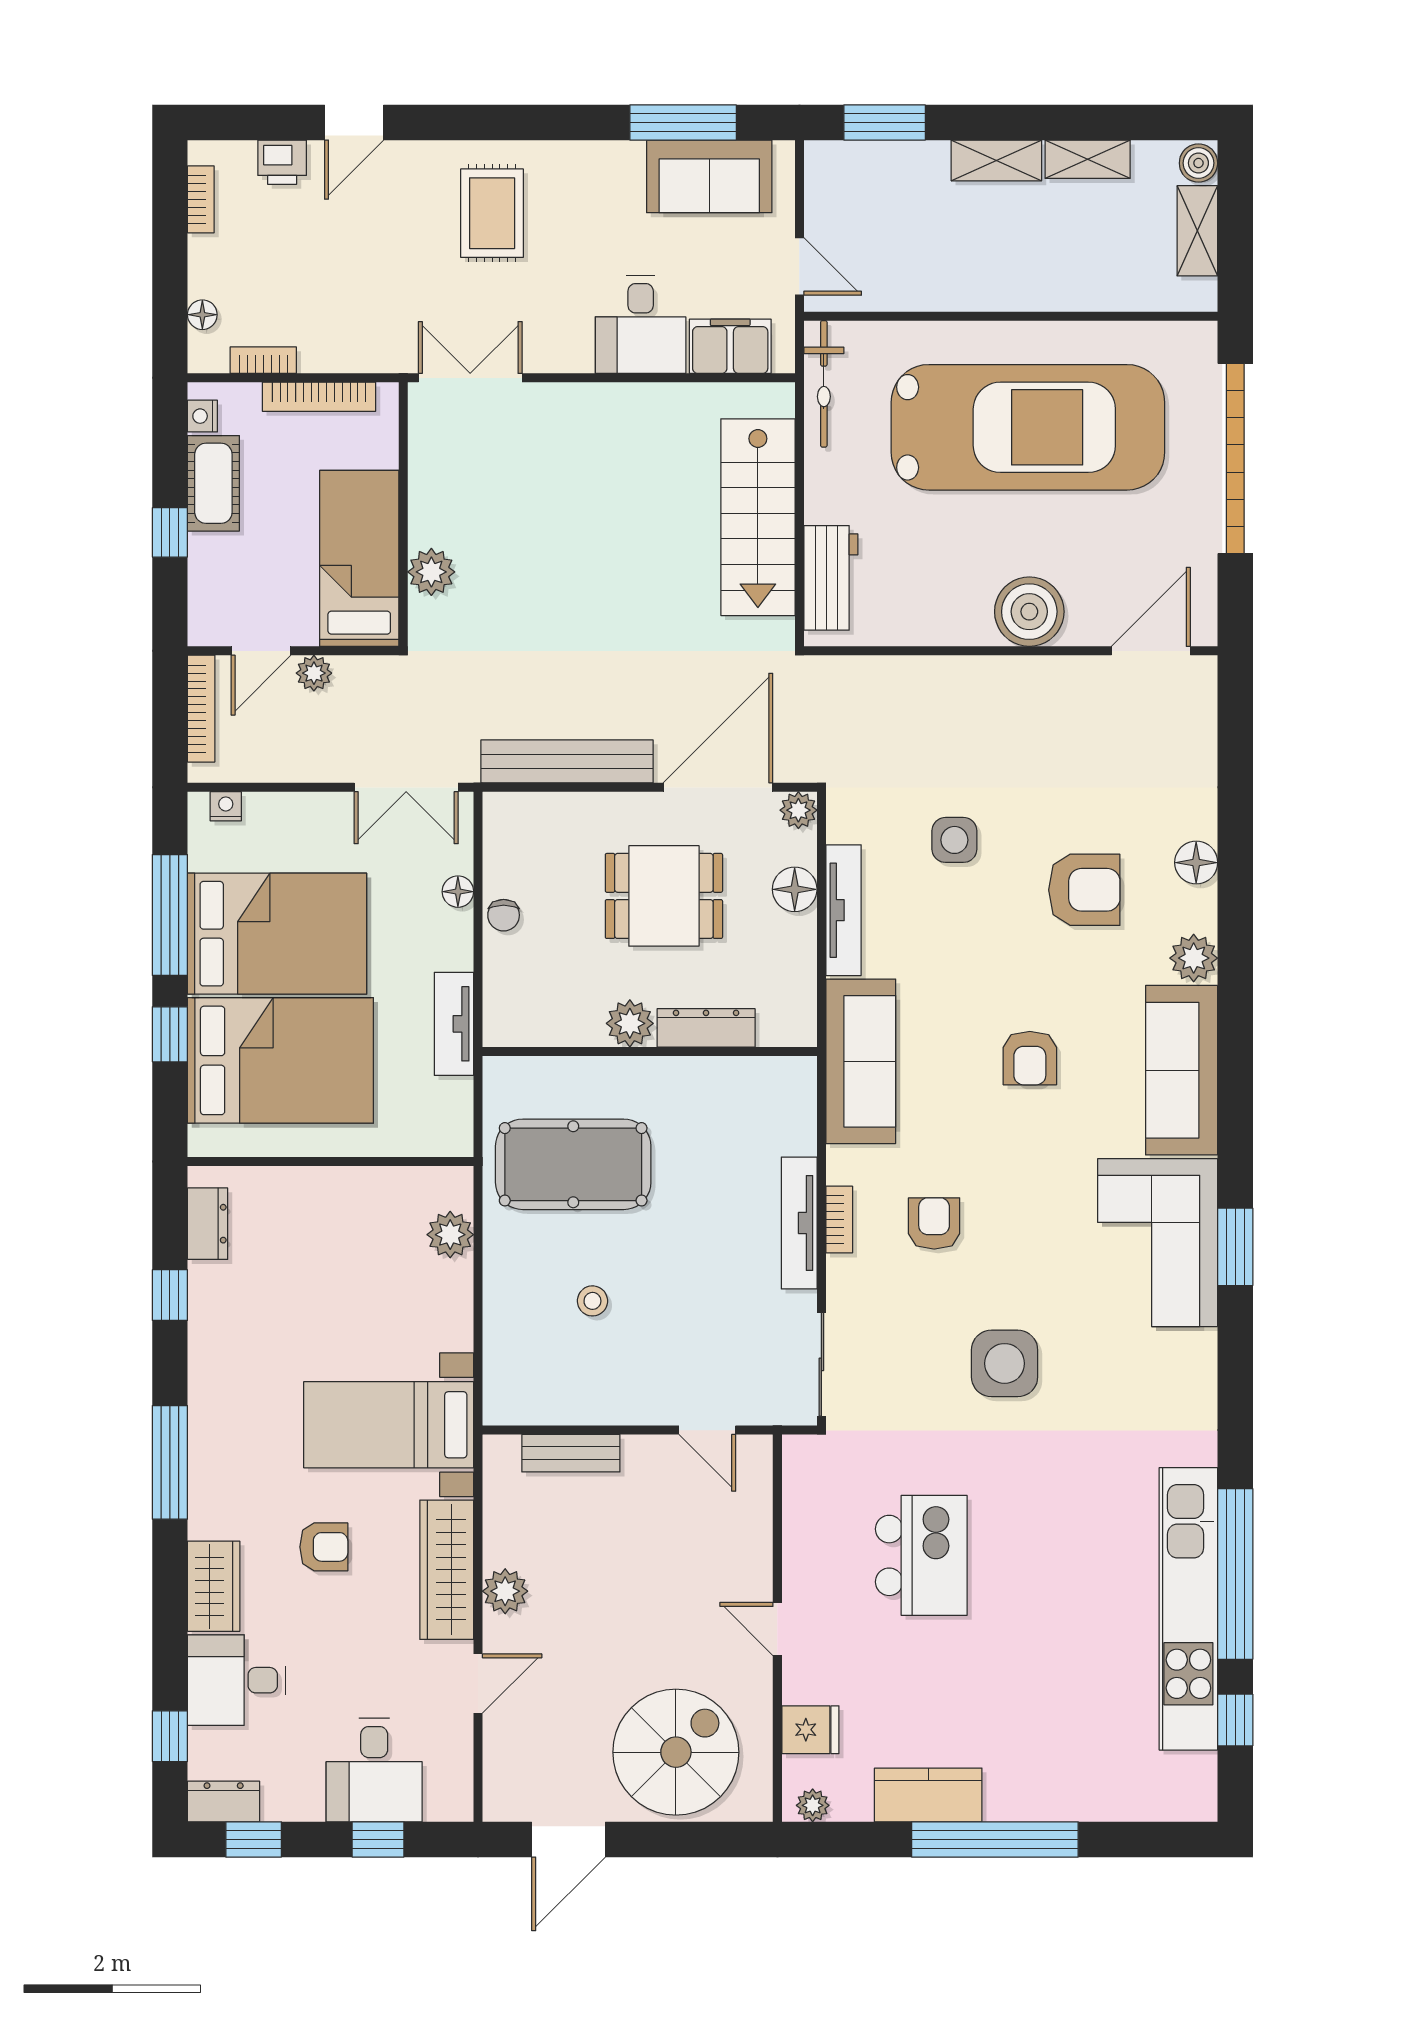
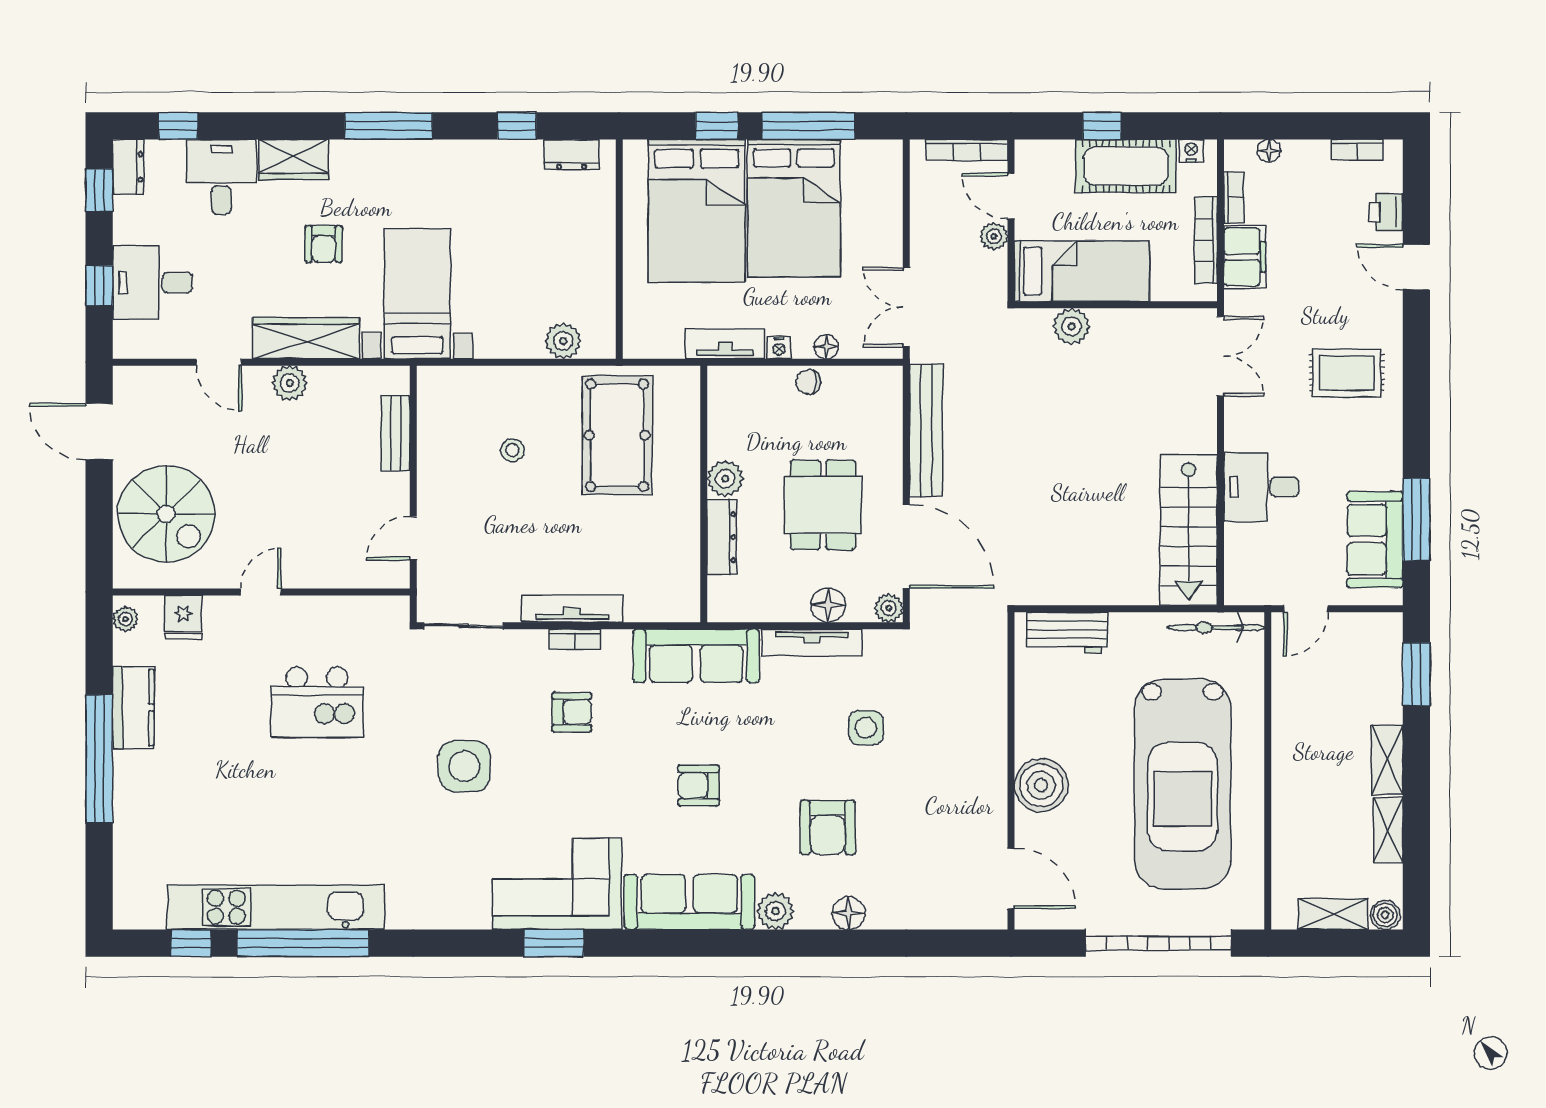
filing cabinet: (730, 346) -> (1245, 257), moved
cot: (213, 483) -> (1126, 166), width x1.37, depth x1.34
stairs: (758, 517) -> (1189, 530), moved, turned -90
nightstand: (226, 806) -> (779, 348), moved, turned 90

